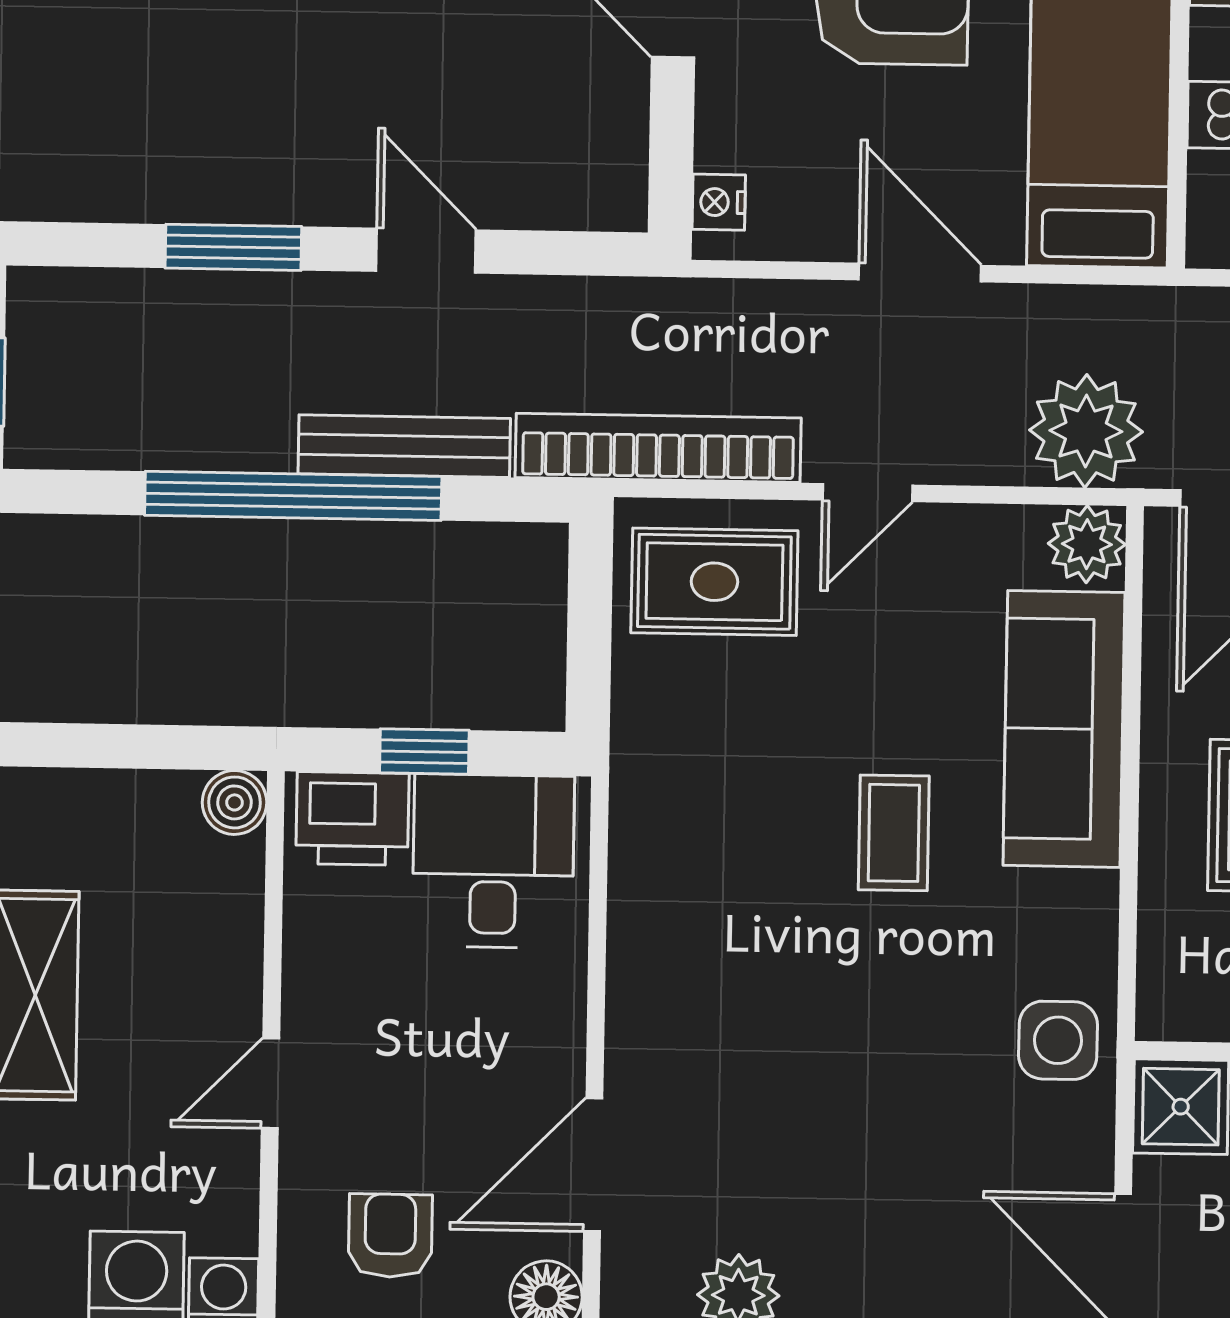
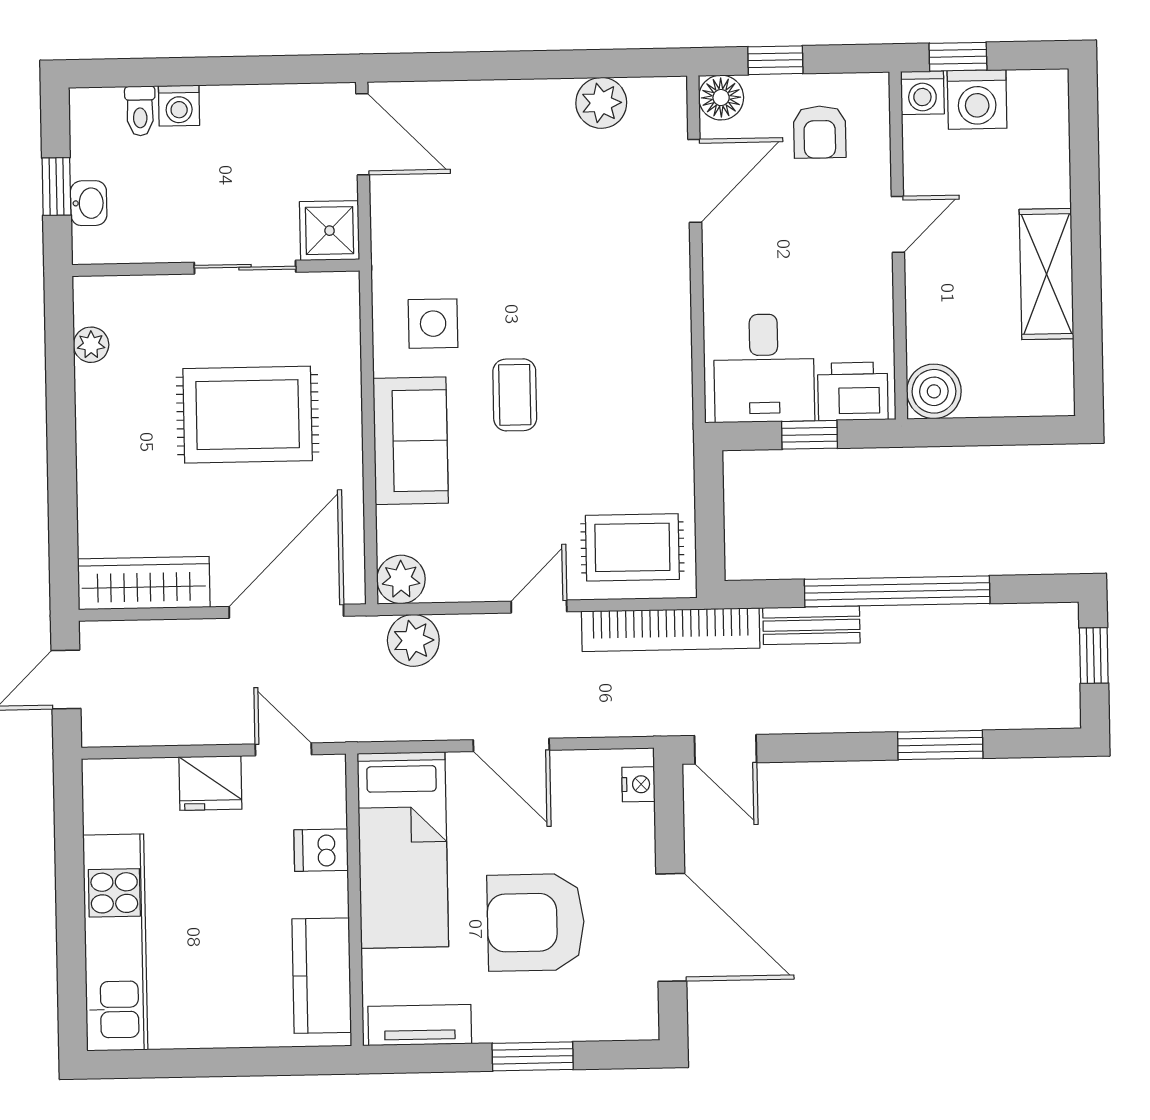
door: (426, 251) -> (726, 749), moved
plant: (1086, 431) -> (413, 640), width x0.73, depth x0.73
bench: (404, 446) -> (811, 625), width x0.73
sofa: (1064, 729) -> (411, 441), width x0.73
boiler: (234, 802) -> (934, 391), width x1.36, depth x1.36
side table: (1058, 1040) -> (433, 324), moved

